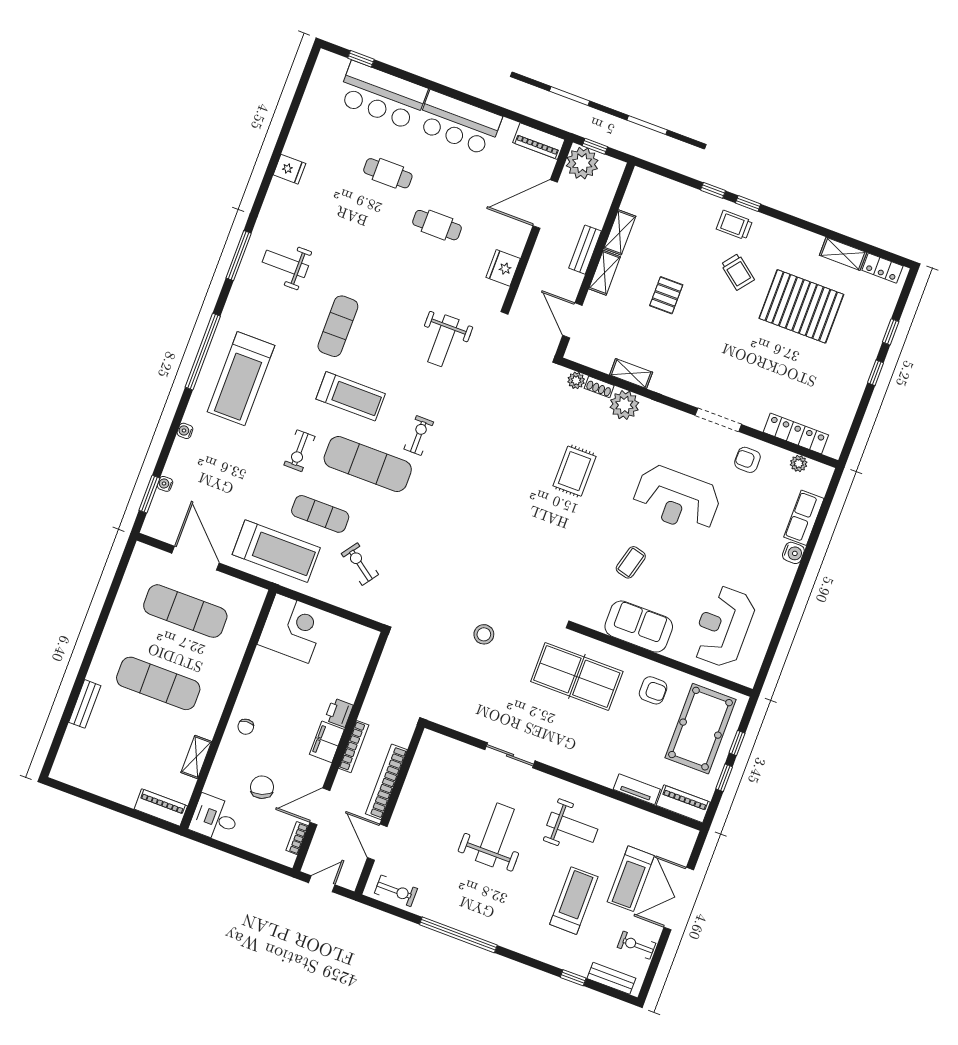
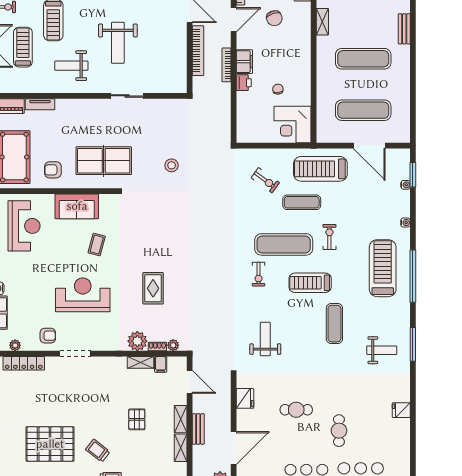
cafe table: (388, 173) -> (339, 431), turned 90
filing cabinet: (604, 360) -> (161, 364), added
chair: (246, 727) -> (278, 89), moved

